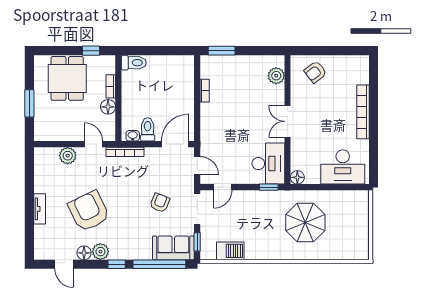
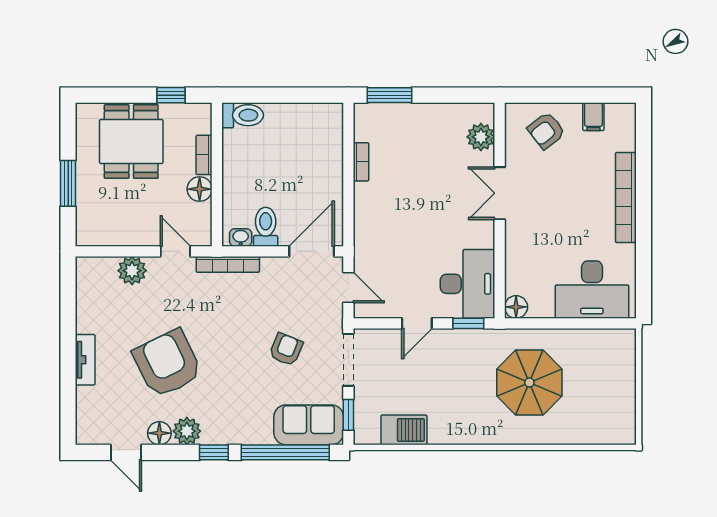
filing cabinet: (344, 64) -> (593, 117), added
double door: (288, 121) -> (500, 193), moved
door: (223, 187) -> (417, 323), moved

